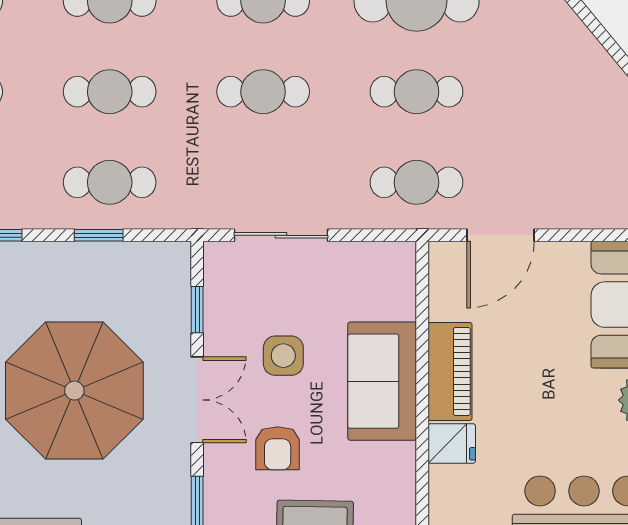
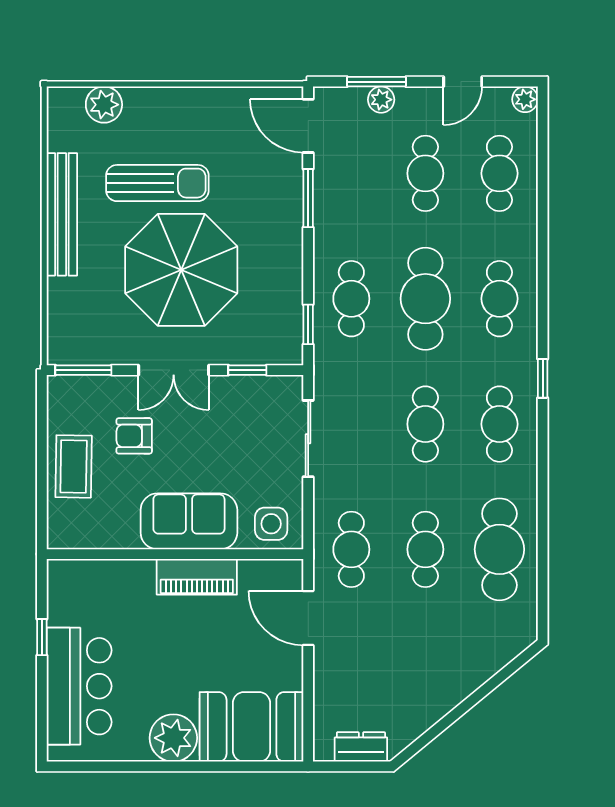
cafe table: (110, 92) -> (425, 299), width x1.37, depth x1.35
window: (99, 235) -> (308, 324), moved
side table: (283, 356) -> (271, 524), moved
fridge: (452, 443) -> (138, 578), removed

